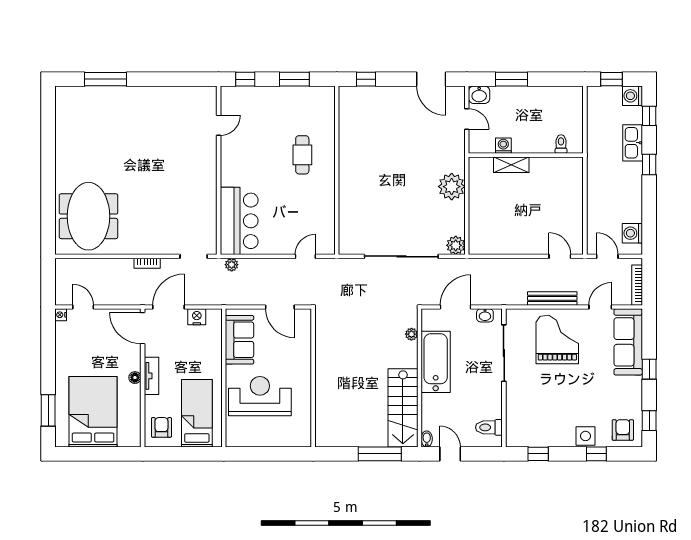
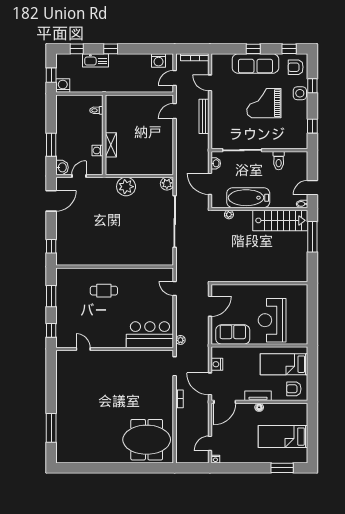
washing machine: (632, 96) -> (63, 86), moved, turned 180
grand piano: (557, 340) -> (264, 103), moved
sofa: (628, 342) -> (255, 63), moved
bed: (93, 412) -> (283, 437), width x0.67
toilet: (489, 427) -> (279, 161), moved

